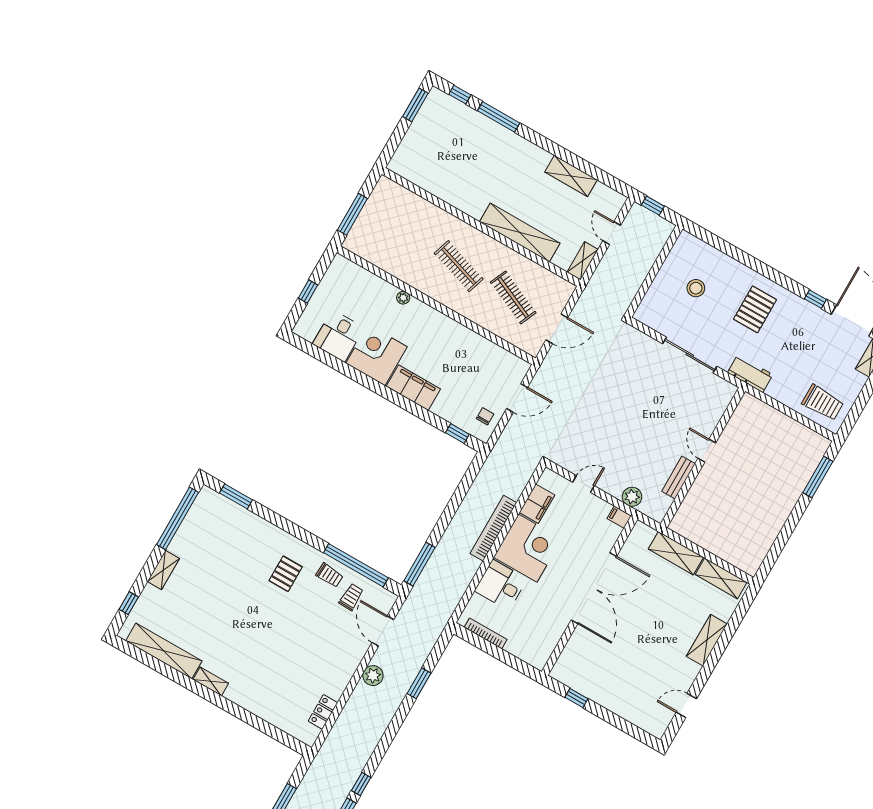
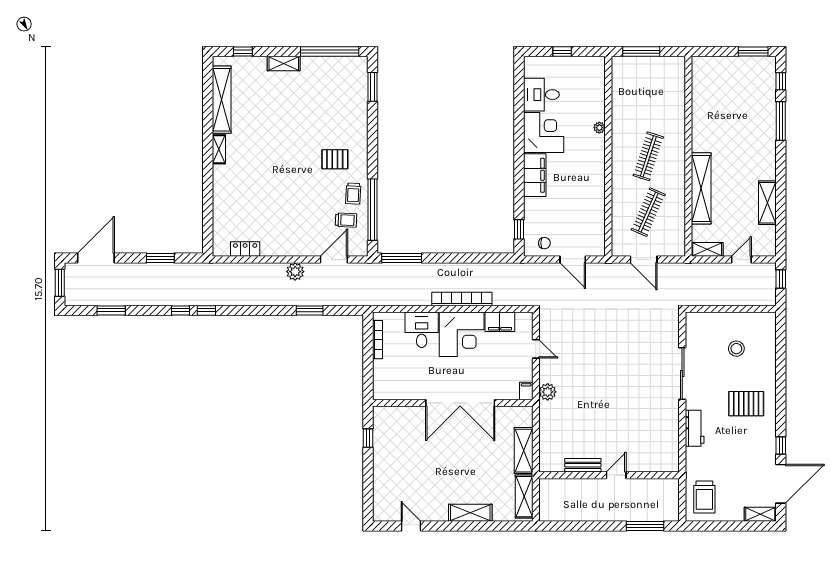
door: (707, 451) -> (616, 475), moved
wall: (703, 458) -> (609, 475), moved
bench: (678, 477) -> (583, 465), moved

